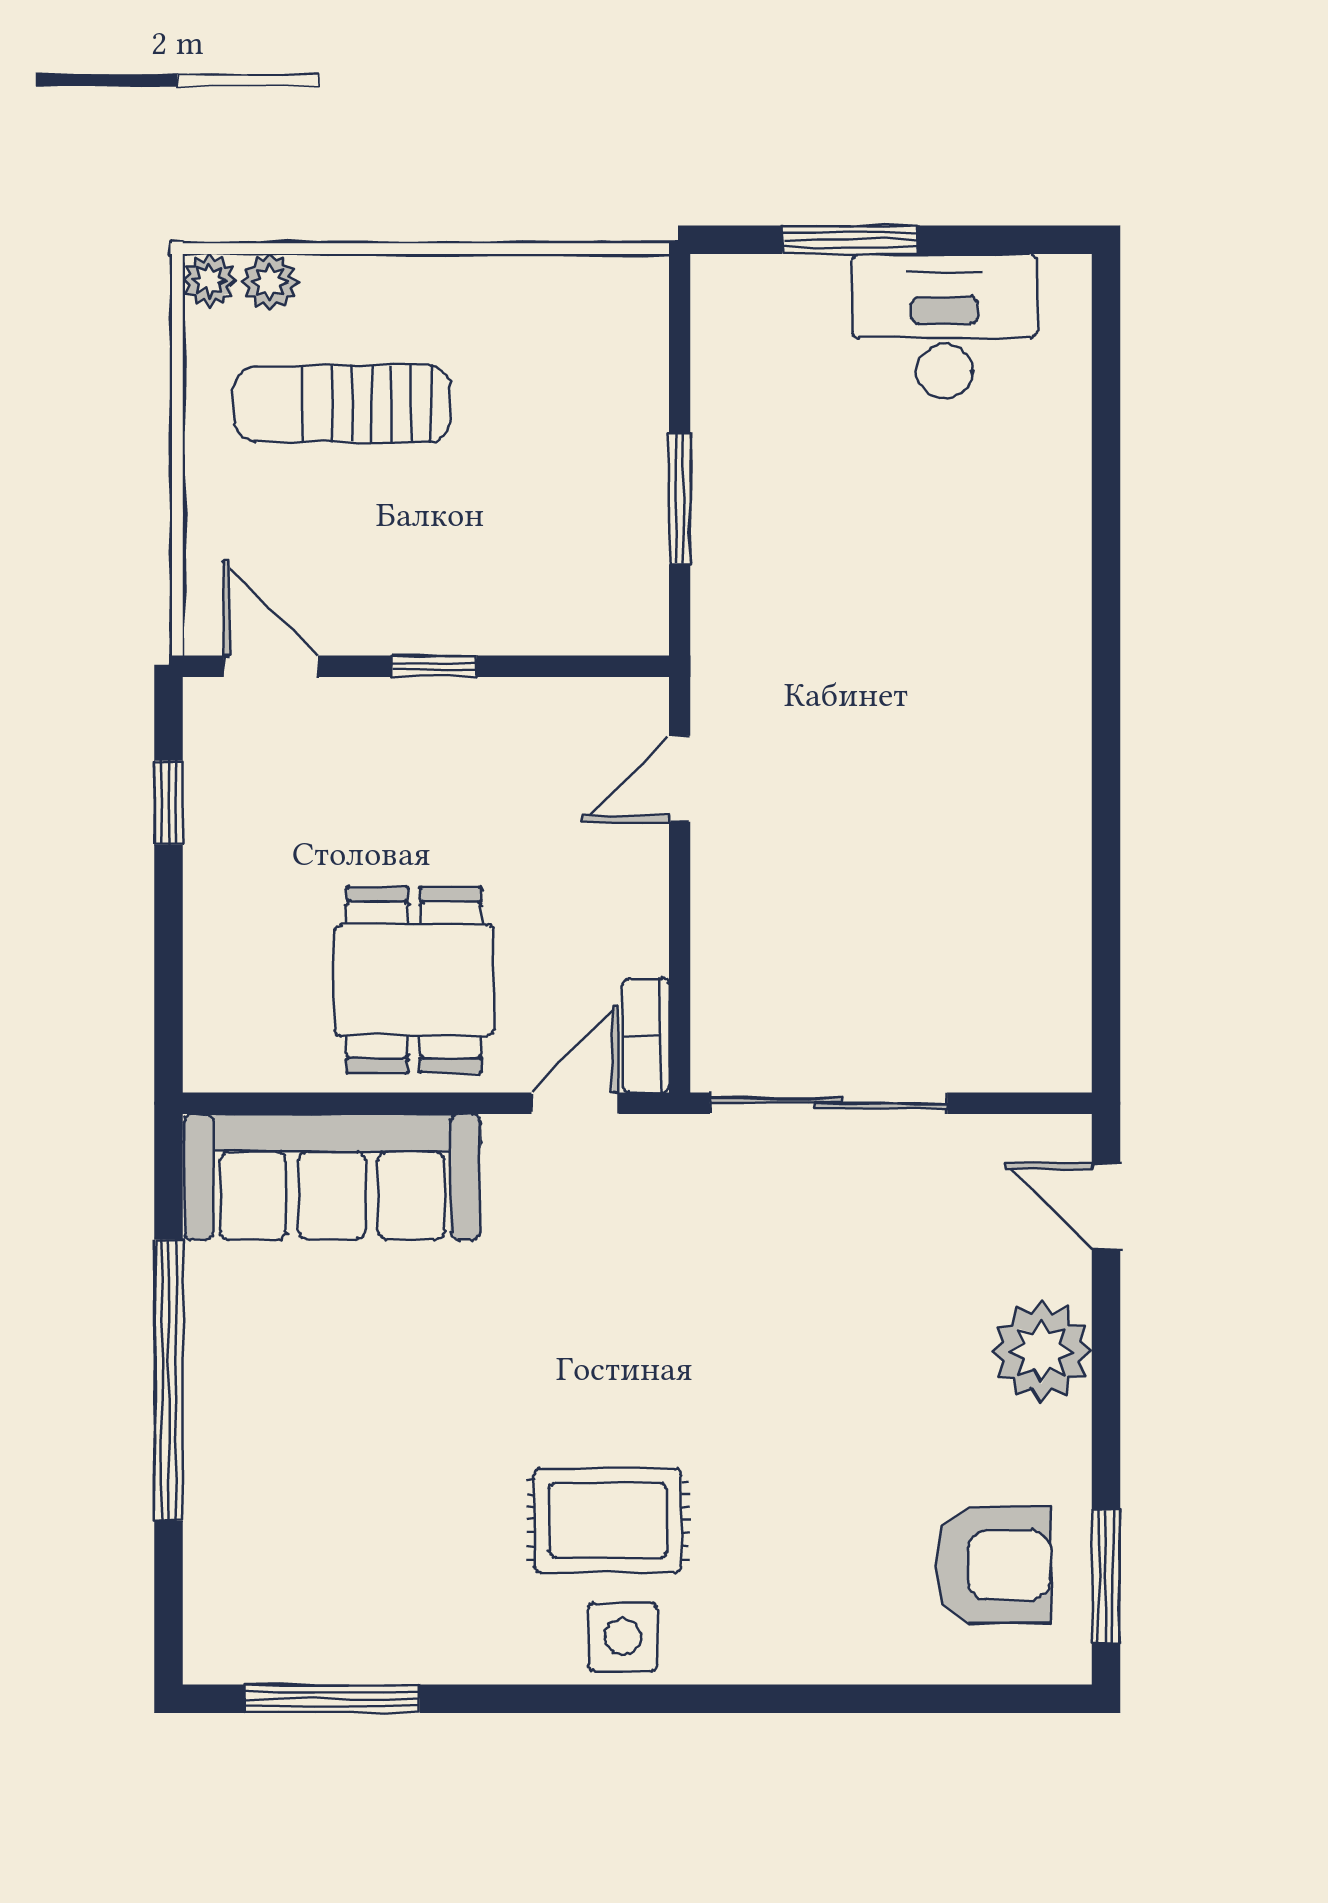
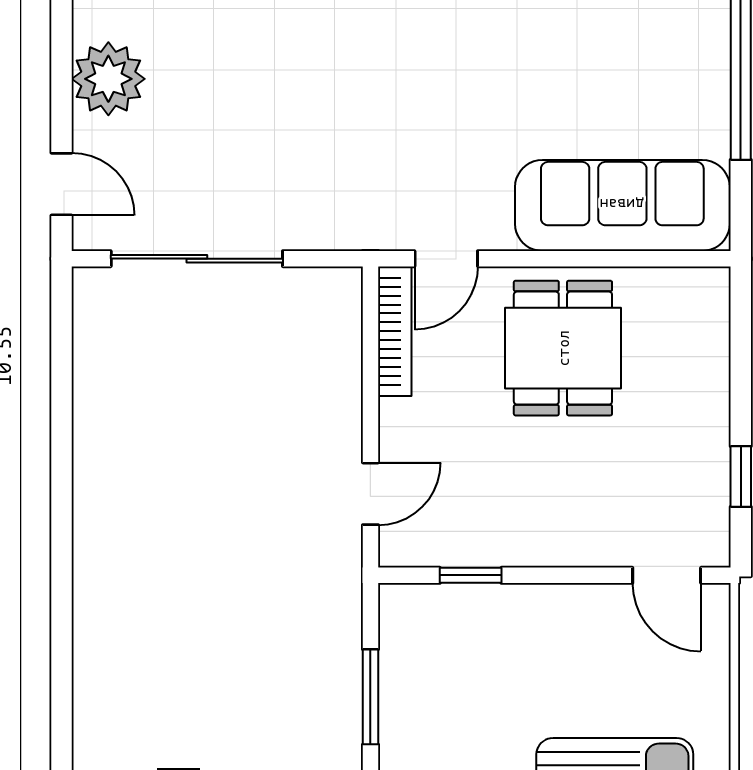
window: (434, 666) -> (471, 575), moved
bookcase: (646, 1035) -> (395, 331), width x1.56
sliding door: (829, 1103) -> (197, 259), moved

